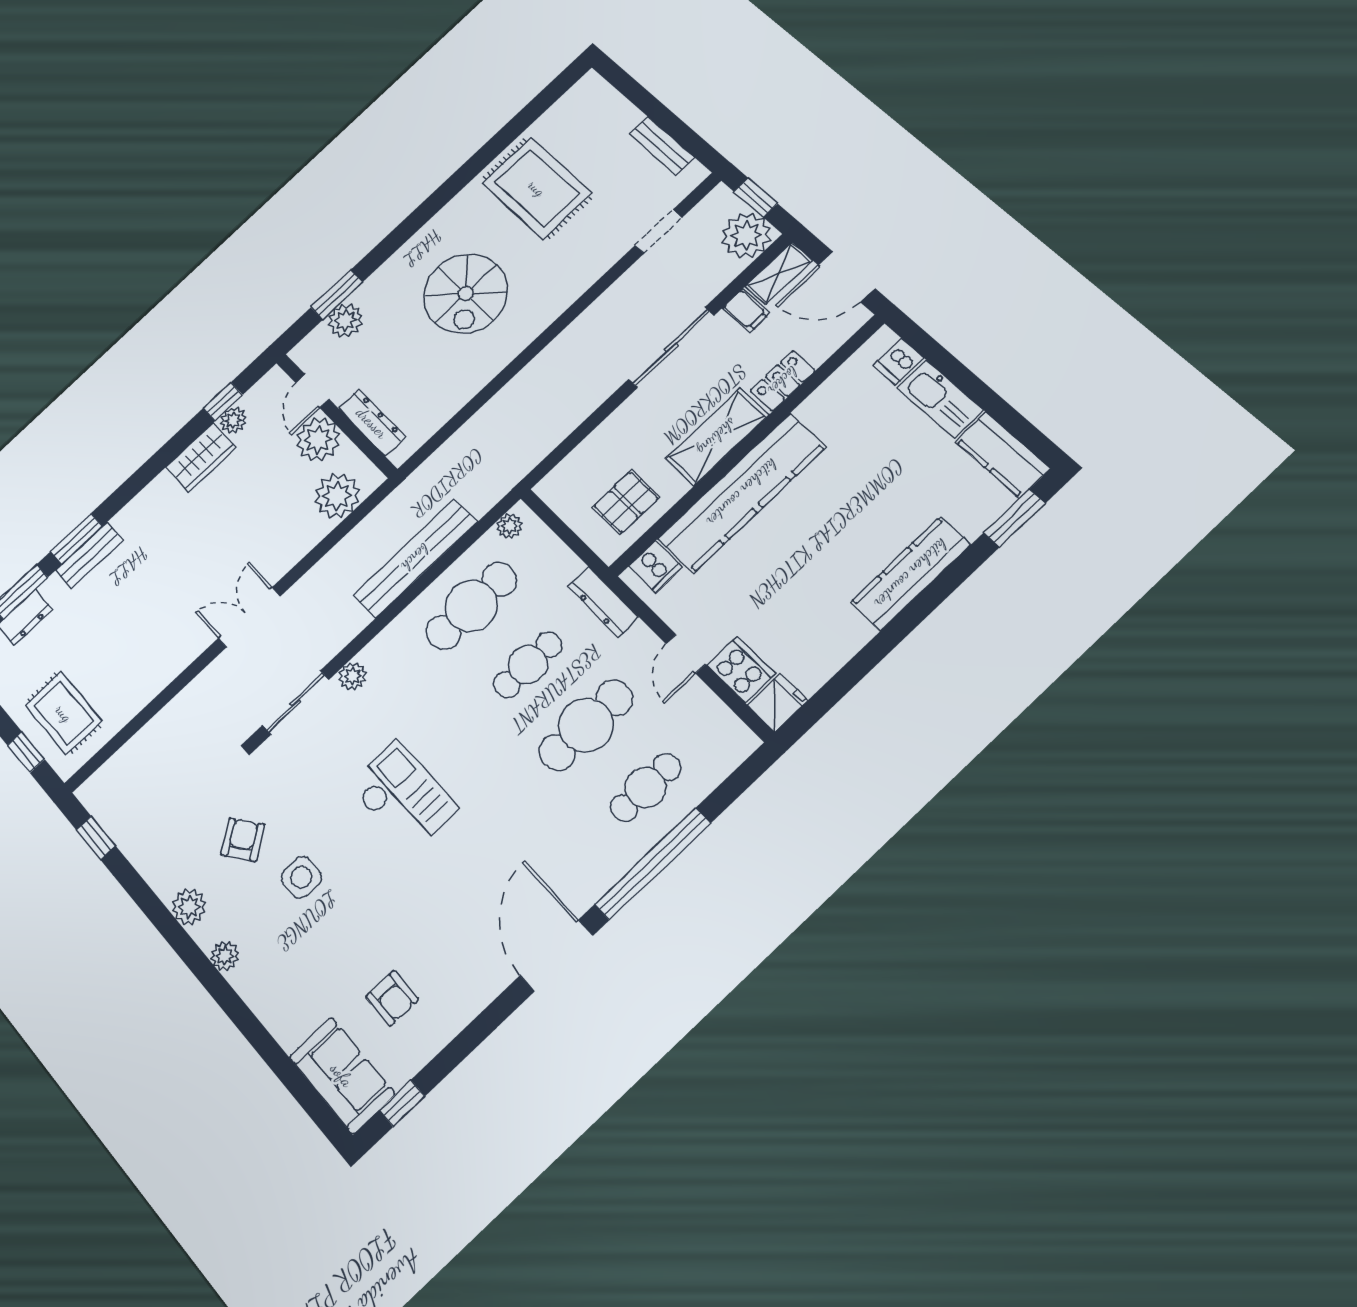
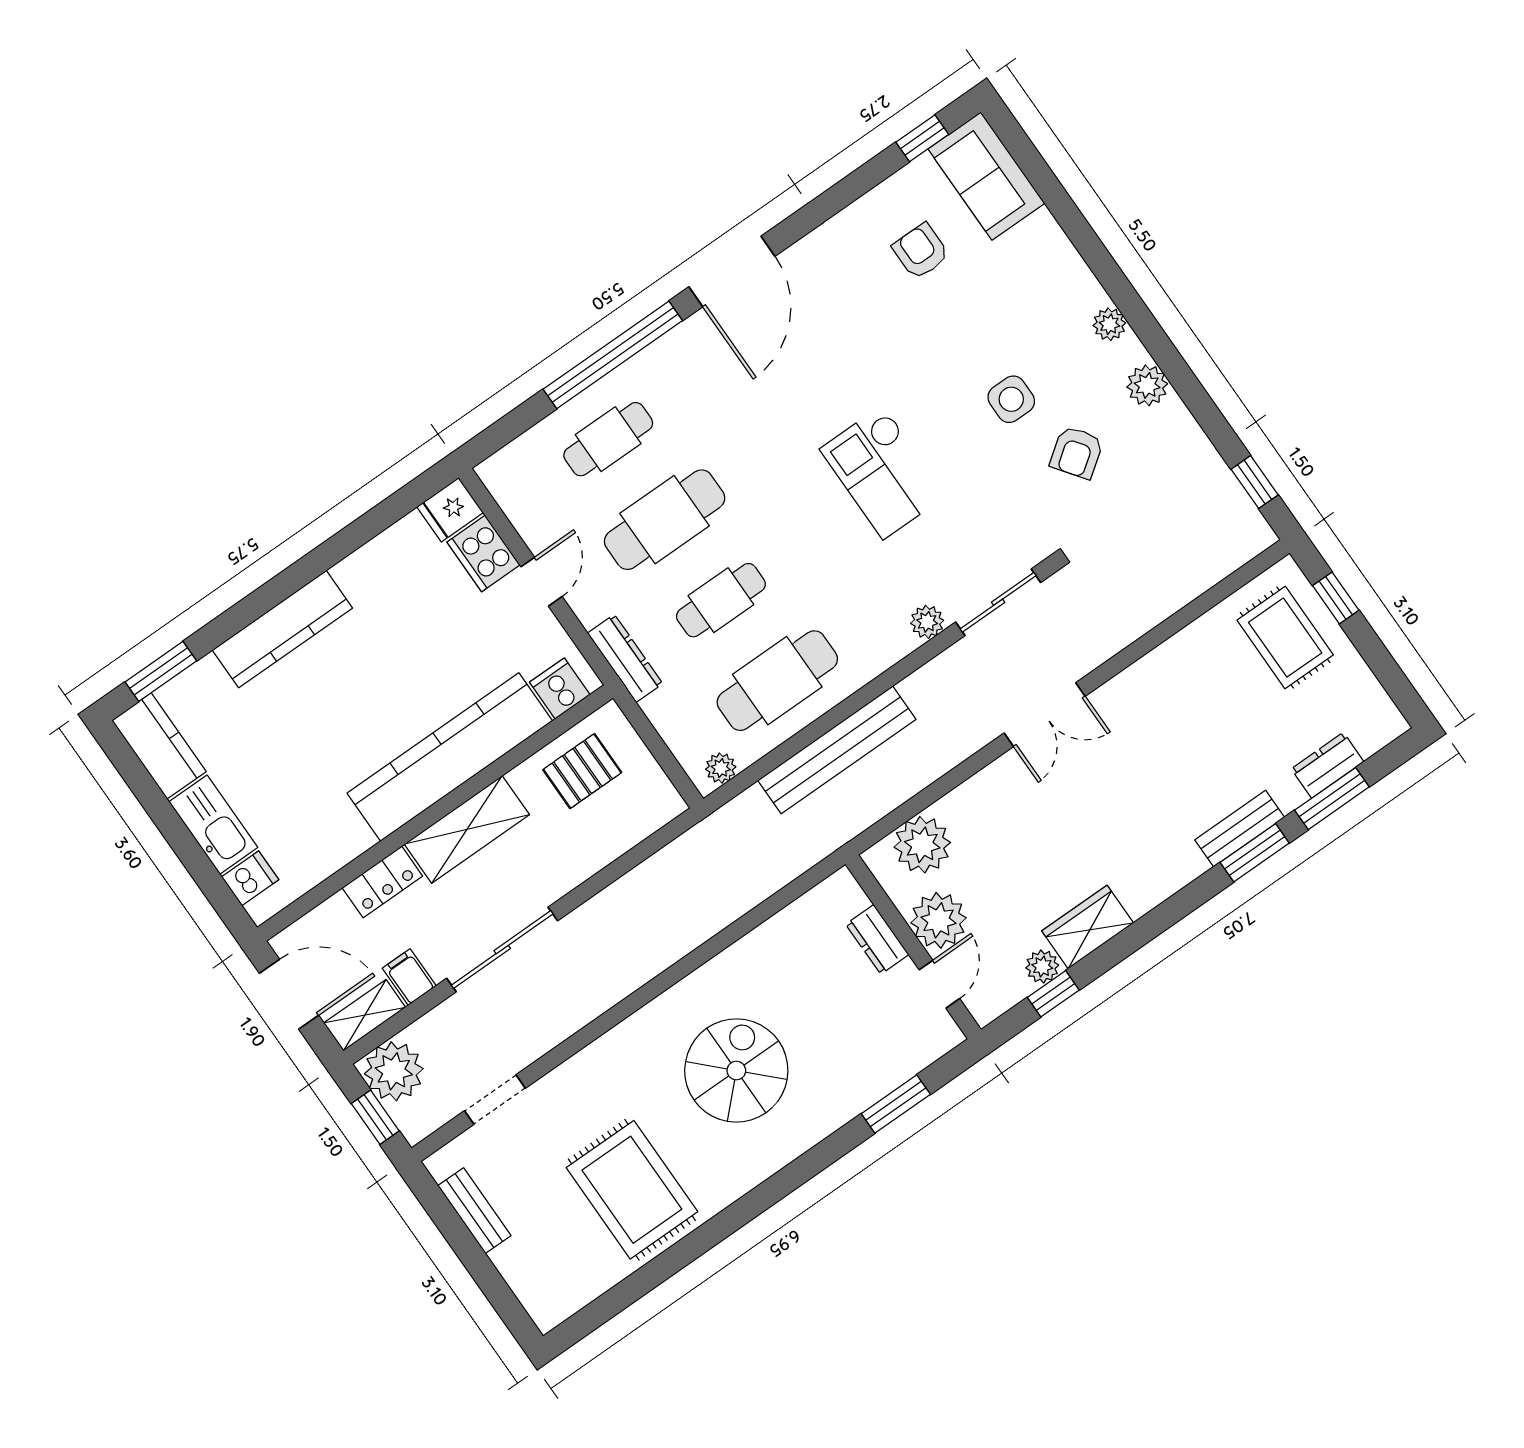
plant: (346, 320) -> (888, 1068), removed
dresser: (372, 423) -> (877, 939), width x0.70

